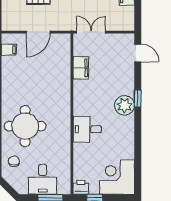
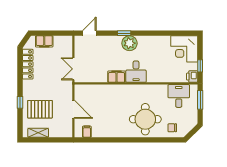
filing cabinet: (81, 68) -> (116, 77), moved
desk: (87, 129) -> (136, 72), moved
desk: (43, 179) -> (179, 96), moved, turned -90

